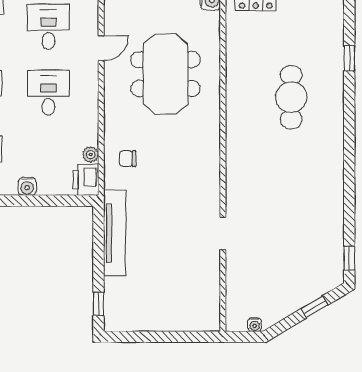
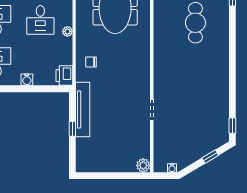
desk: (48, 93) -> (40, 20), turned 180
plant: (91, 155) -> (67, 31), moved
window: (98, 304) -> (72, 129), moved
plant: (209, 321) -> (143, 165), added

